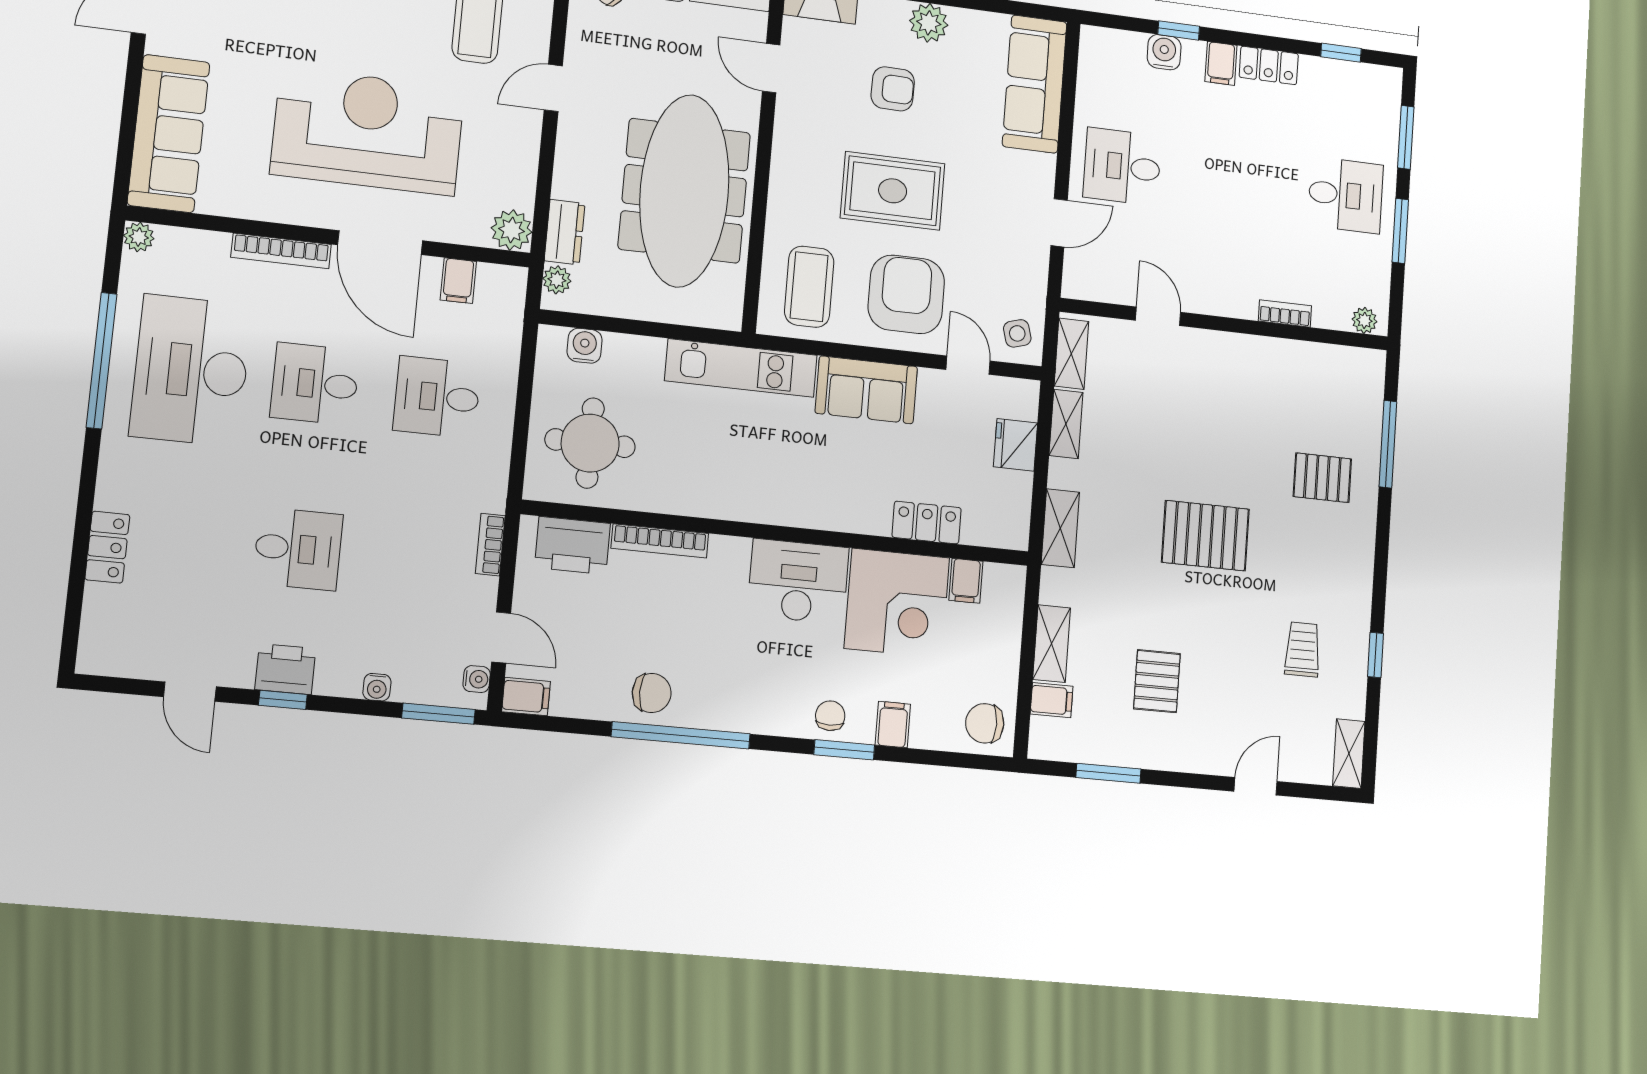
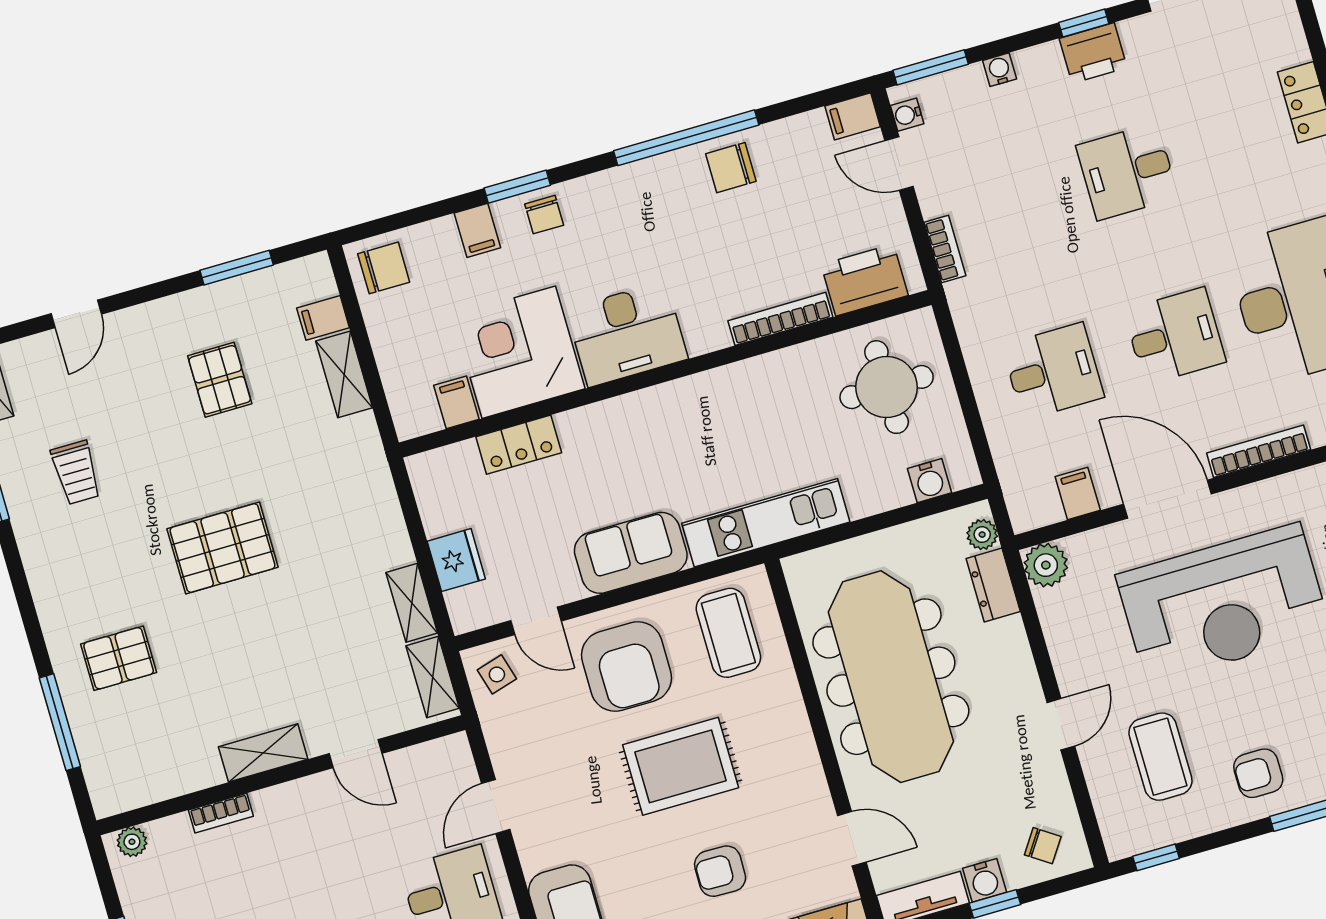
shelving: (1060, 528) -> (263, 753), moved, turned 90

